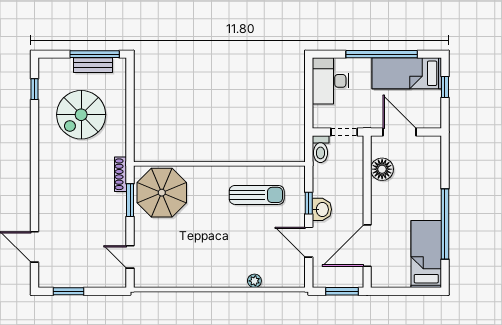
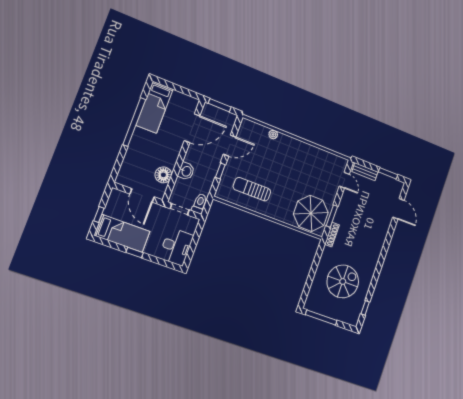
window: (382, 54) -> (135, 253), width x0.32
bench: (93, 65) -> (365, 172), moved
washbasin: (322, 209) -> (186, 171), moved, turned 180
door: (309, 242) -> (230, 146), hinge flipped

